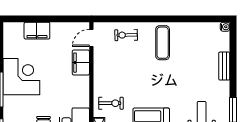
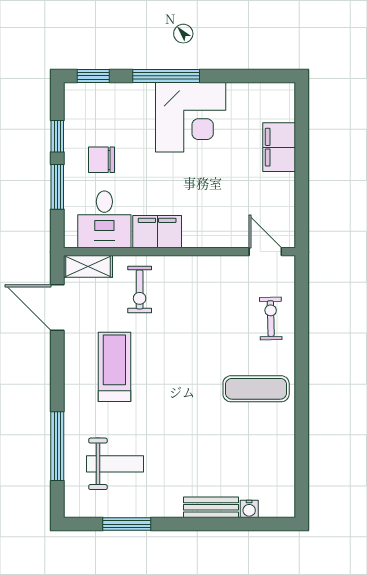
water cooler: (225, 27) -> (249, 509), moved
filing cabinet: (81, 63) -> (157, 232), moved

